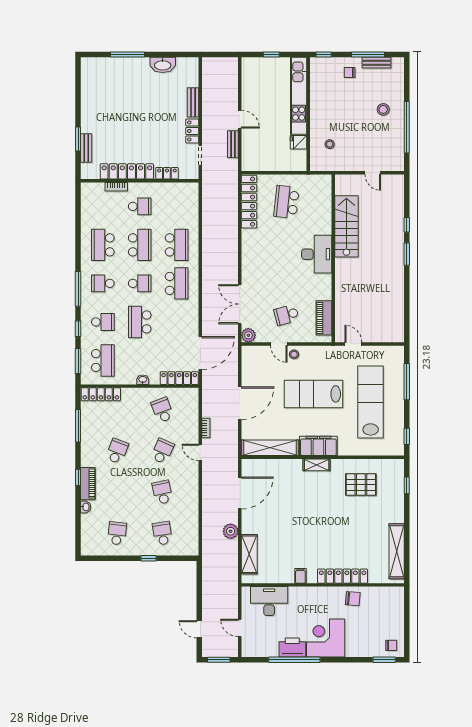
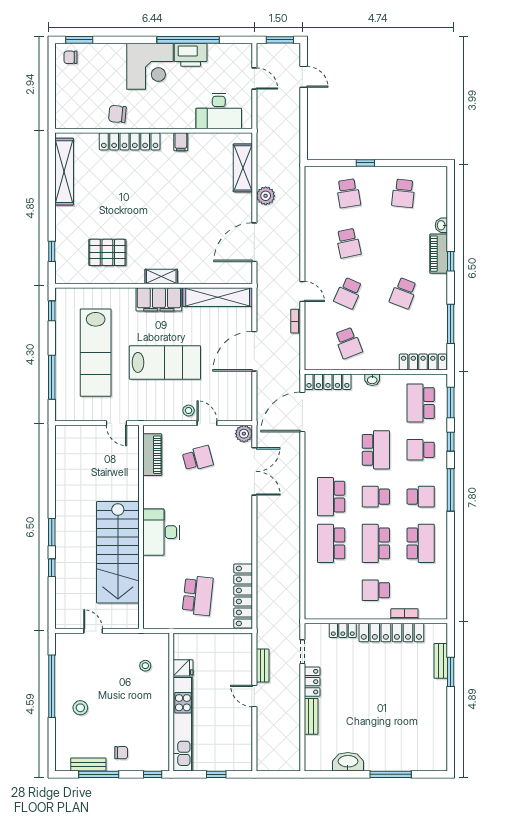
stairs: (346, 226) -> (118, 552), width x1.36, depth x1.51

